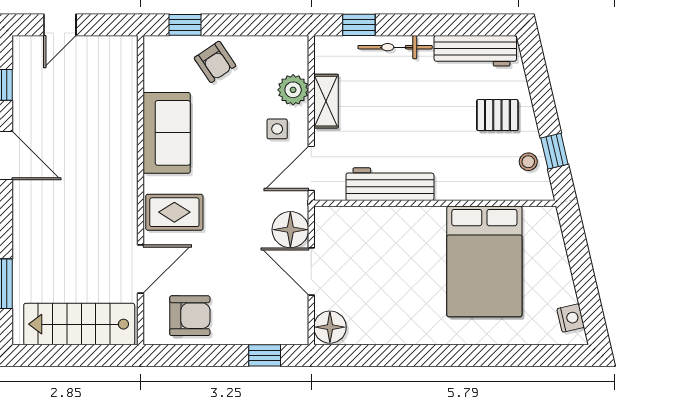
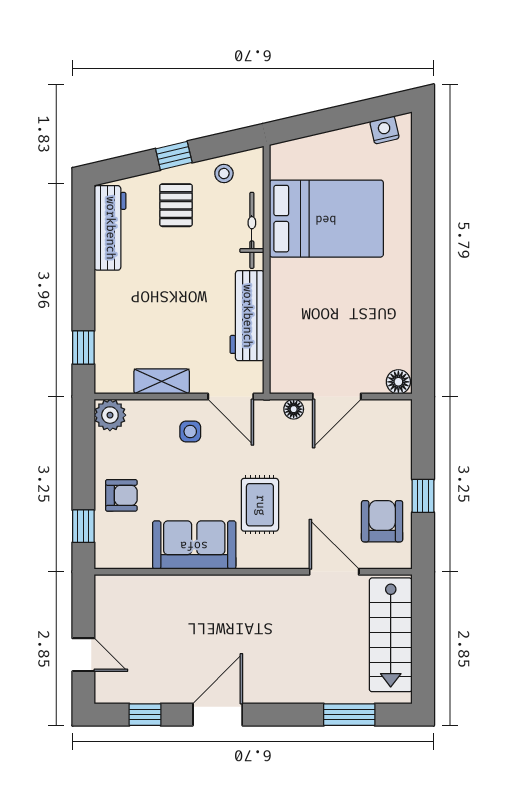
bicycle: (395, 47) -> (252, 230), moved, turned 180
armchair: (215, 62) -> (121, 495), turned 34
plant: (293, 90) -> (110, 415), moved
window: (554, 151) -> (174, 156), moved
rug: (174, 212) -> (260, 505), moved
floor lamp: (290, 230) -> (294, 409), width x0.53, depth x0.53
floor lamp: (330, 327) -> (398, 382), width x0.73, depth x0.73
window: (265, 355) -> (423, 496), moved

